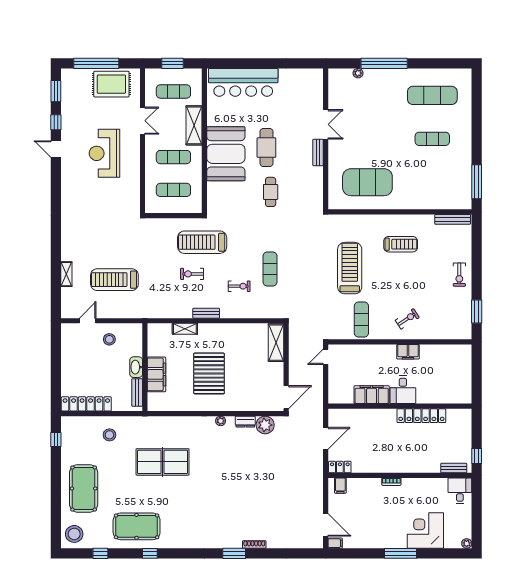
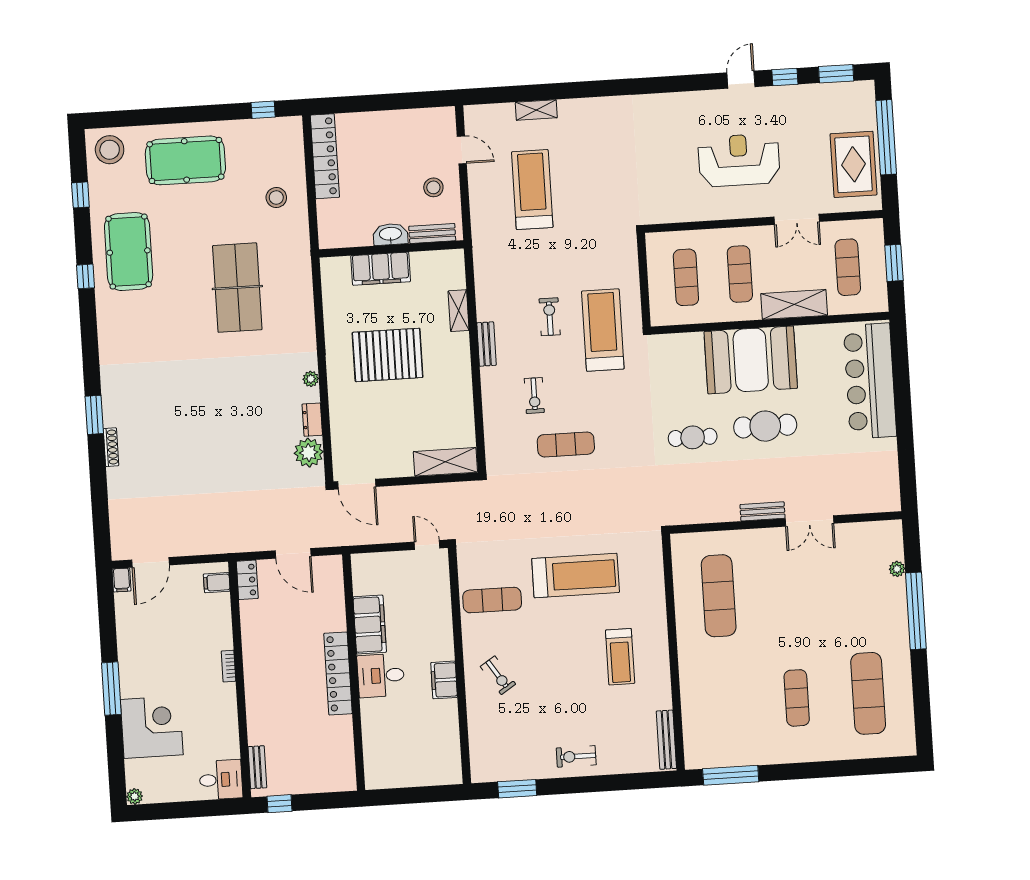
exercise mat: (367, 182) -> (719, 596), width x0.68
bench: (137, 392) -> (432, 233), moved
locker: (421, 416) -> (338, 673), moved

